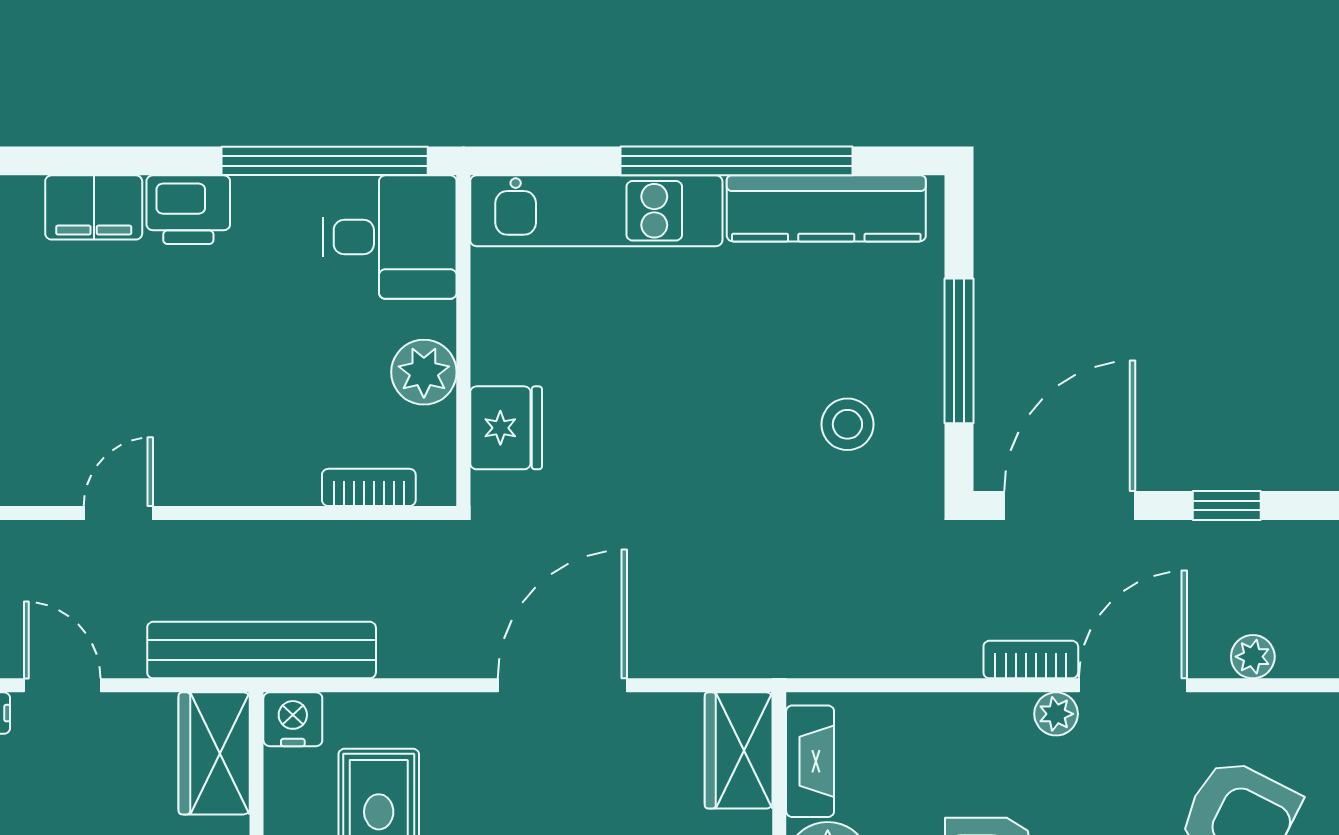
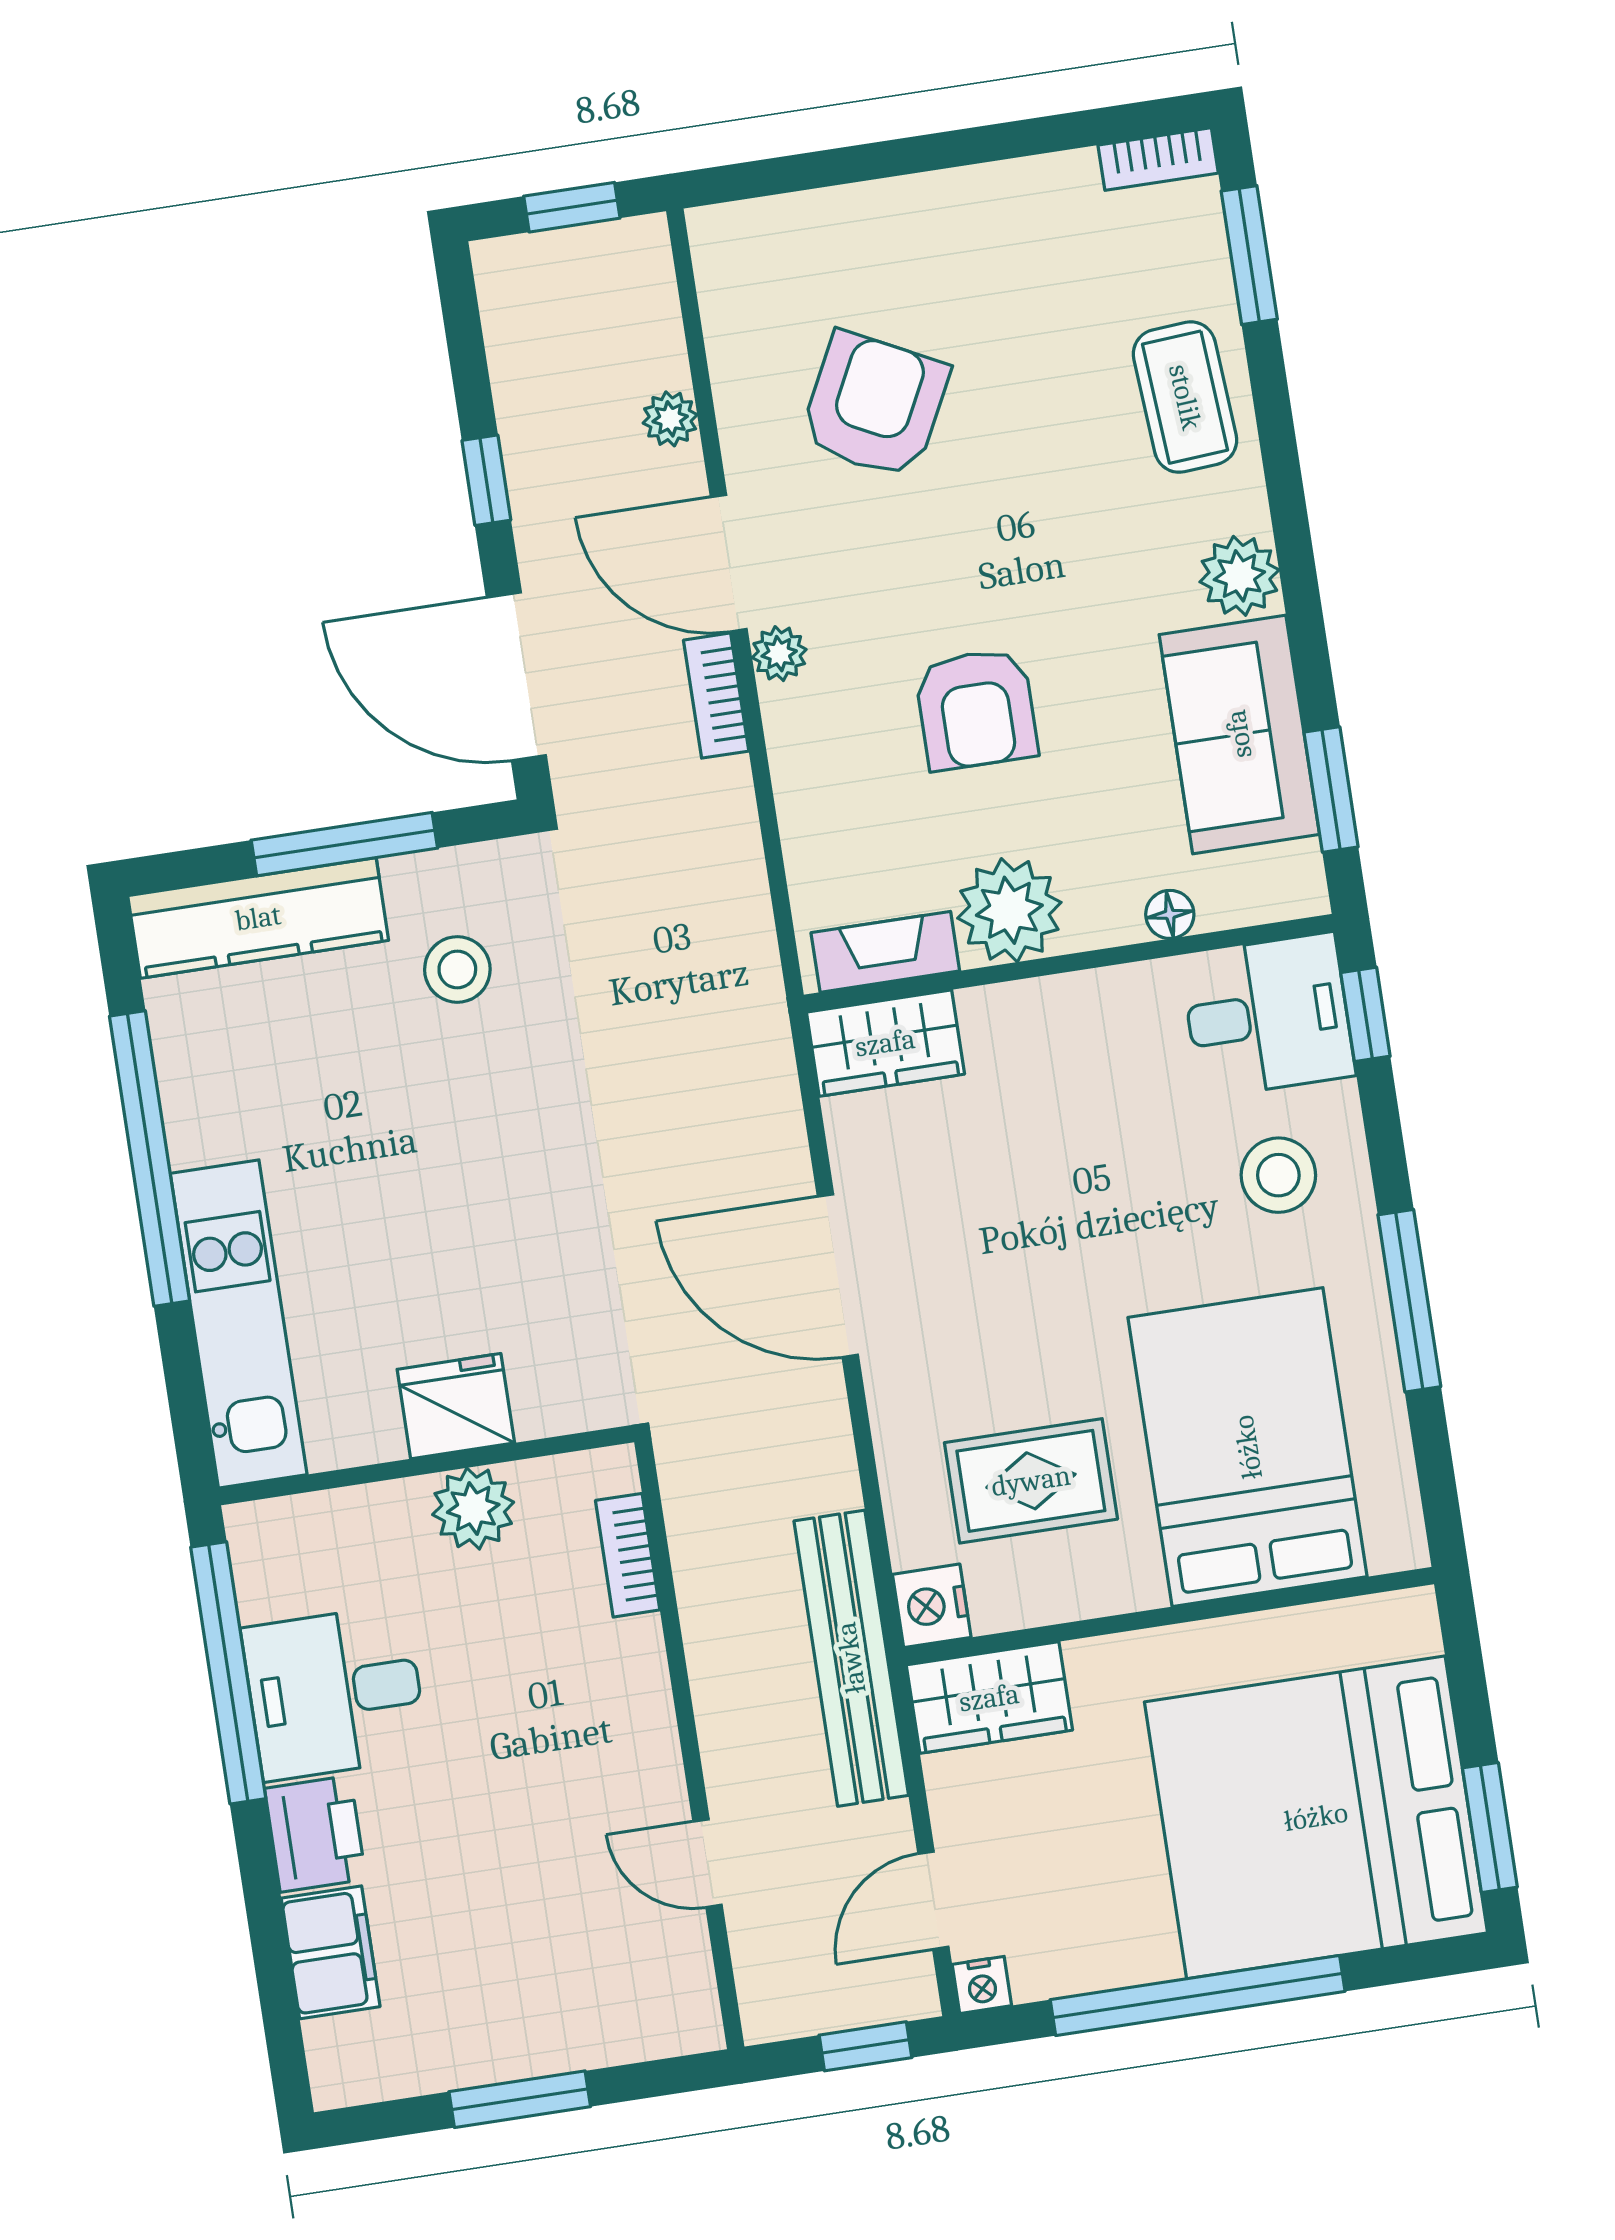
kitchen counter: (826, 208) -> (258, 918), moved, turned 90
desk: (390, 237) -> (335, 1693), moved, turned -90
fridge: (506, 428) -> (456, 1406), moved

